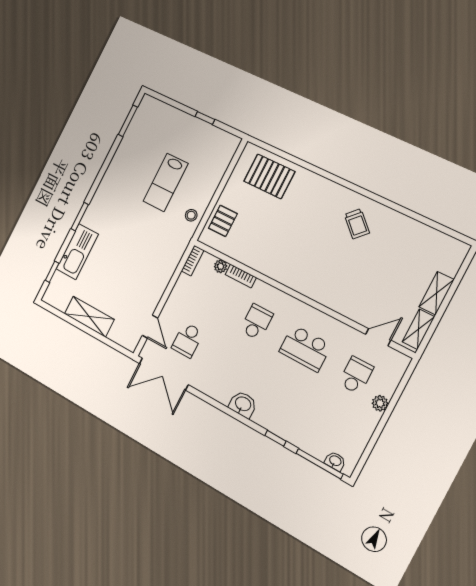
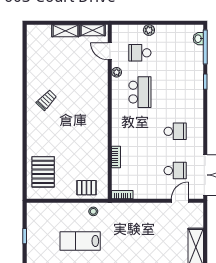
lab bench: (166, 182) -> (80, 241), turned 180
plant: (221, 266) -> (117, 72), moved
school desk: (257, 322) -> (175, 131), moved, turned 180
washbasin: (243, 404) -> (196, 113), removed

